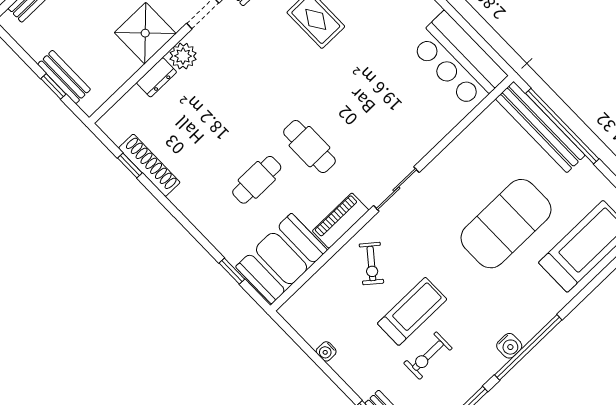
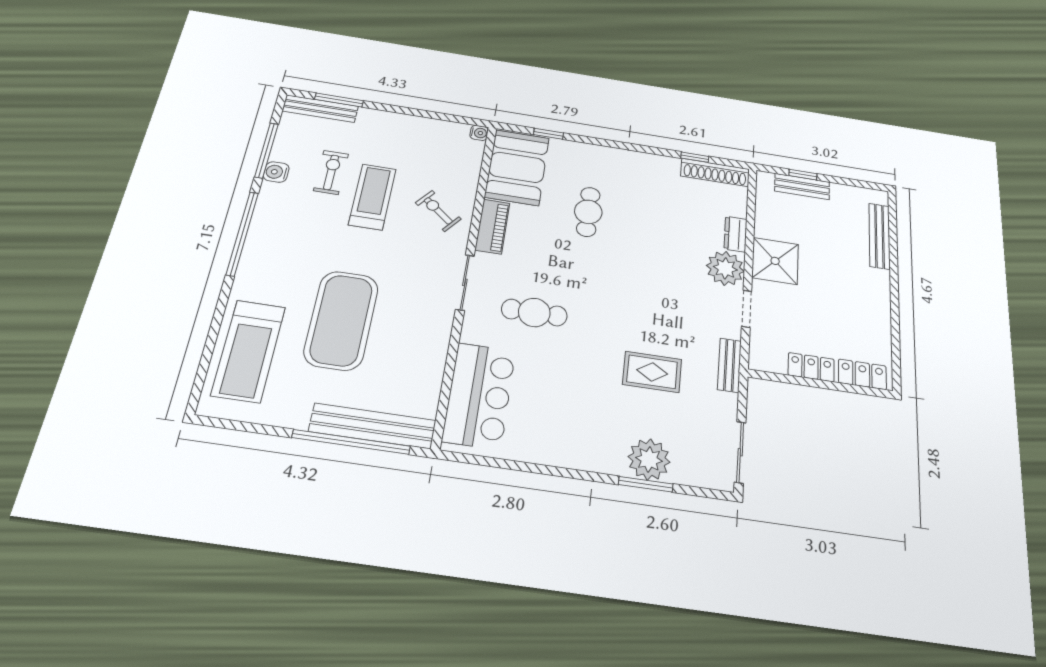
plant: (183, 56) -> (725, 268), width x1.36, depth x1.36
bar counter: (458, 60) -> (479, 395), moved, turned 90
cafe table: (309, 147) -> (534, 313), moved
shoe rack: (149, 165) -> (715, 172), moved
treadmill: (412, 311) -> (372, 197), turned 180
water cooler: (509, 346) -> (276, 172), moved
water cooler: (326, 351) -> (479, 133), moved, turned 90

